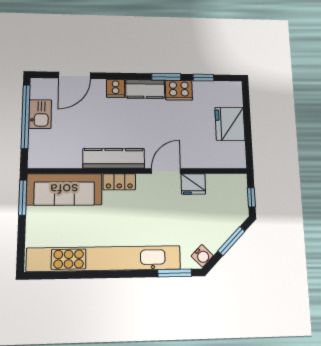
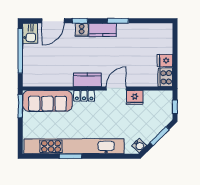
window: (203, 78) -> (80, 21), moved
cooker: (179, 90) -> (165, 77), moved, turned 90
kitchen sink: (40, 114) -> (30, 33), moved
fridge: (230, 124) -> (165, 60), width x0.53, depth x0.75
kitchen counter: (114, 158) -> (87, 80), width x0.67
window: (175, 273) -> (71, 156), moved

